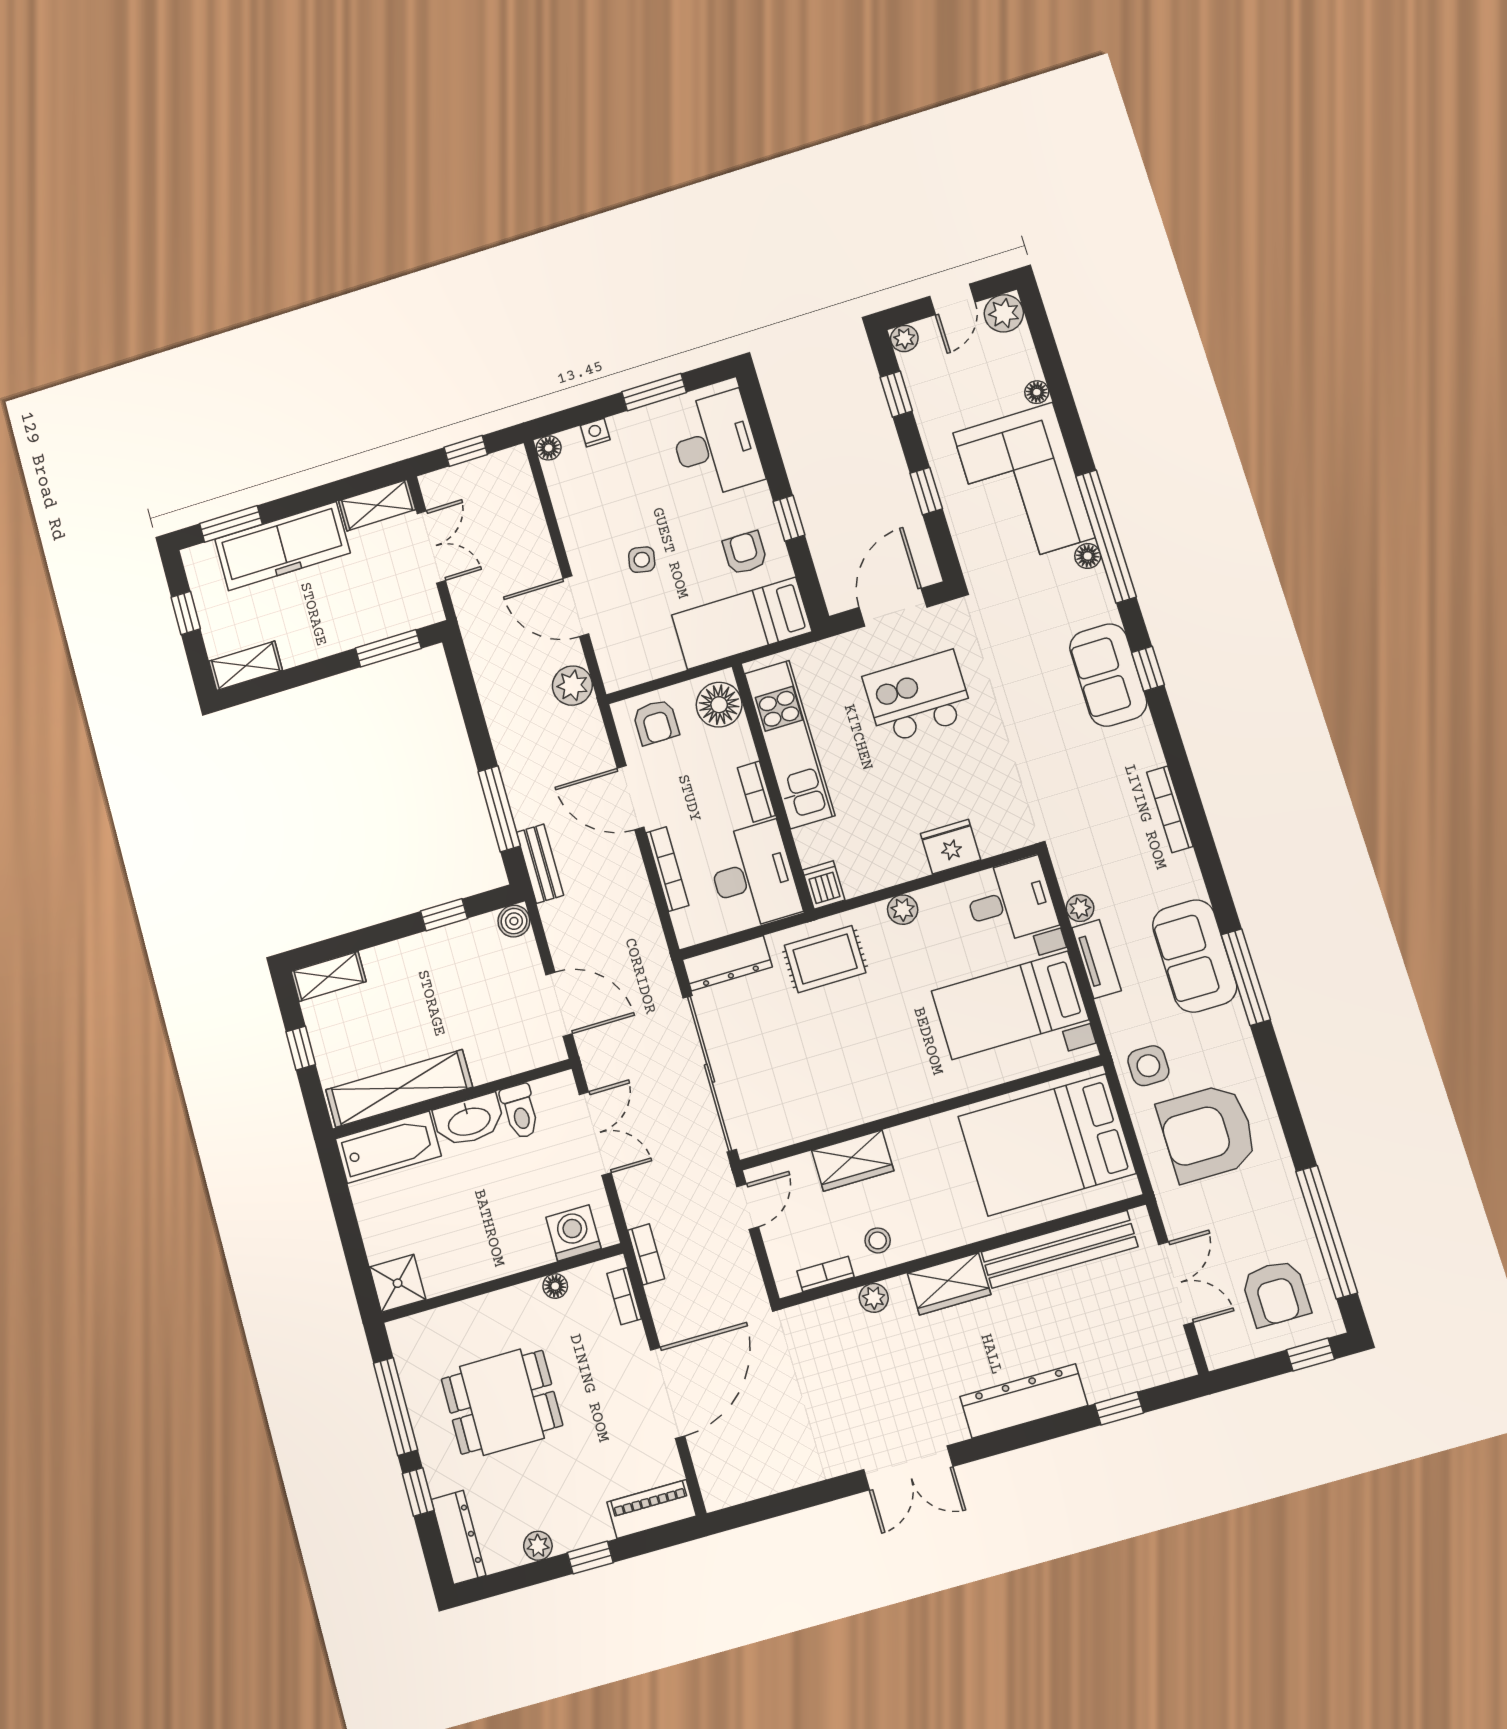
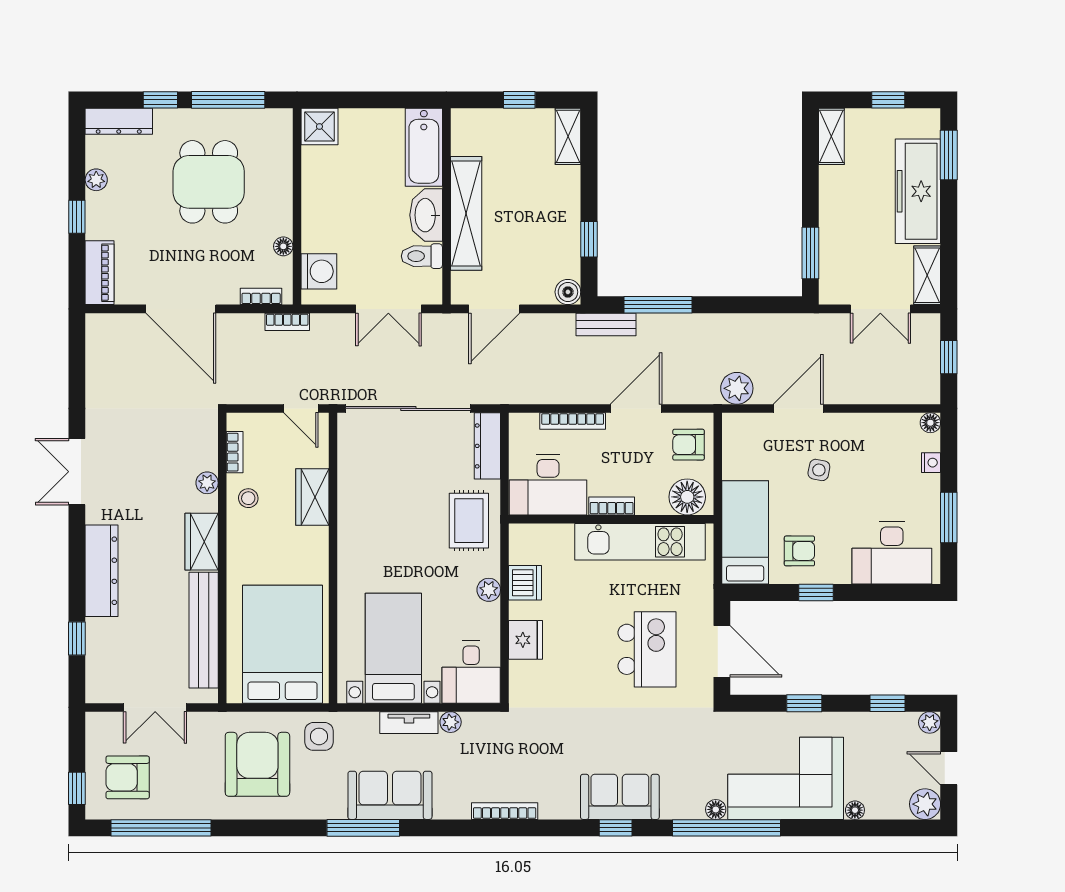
dishwasher: (824, 885) -> (525, 583), moved, width x1.38
shelving: (399, 1088) -> (466, 213), moved

